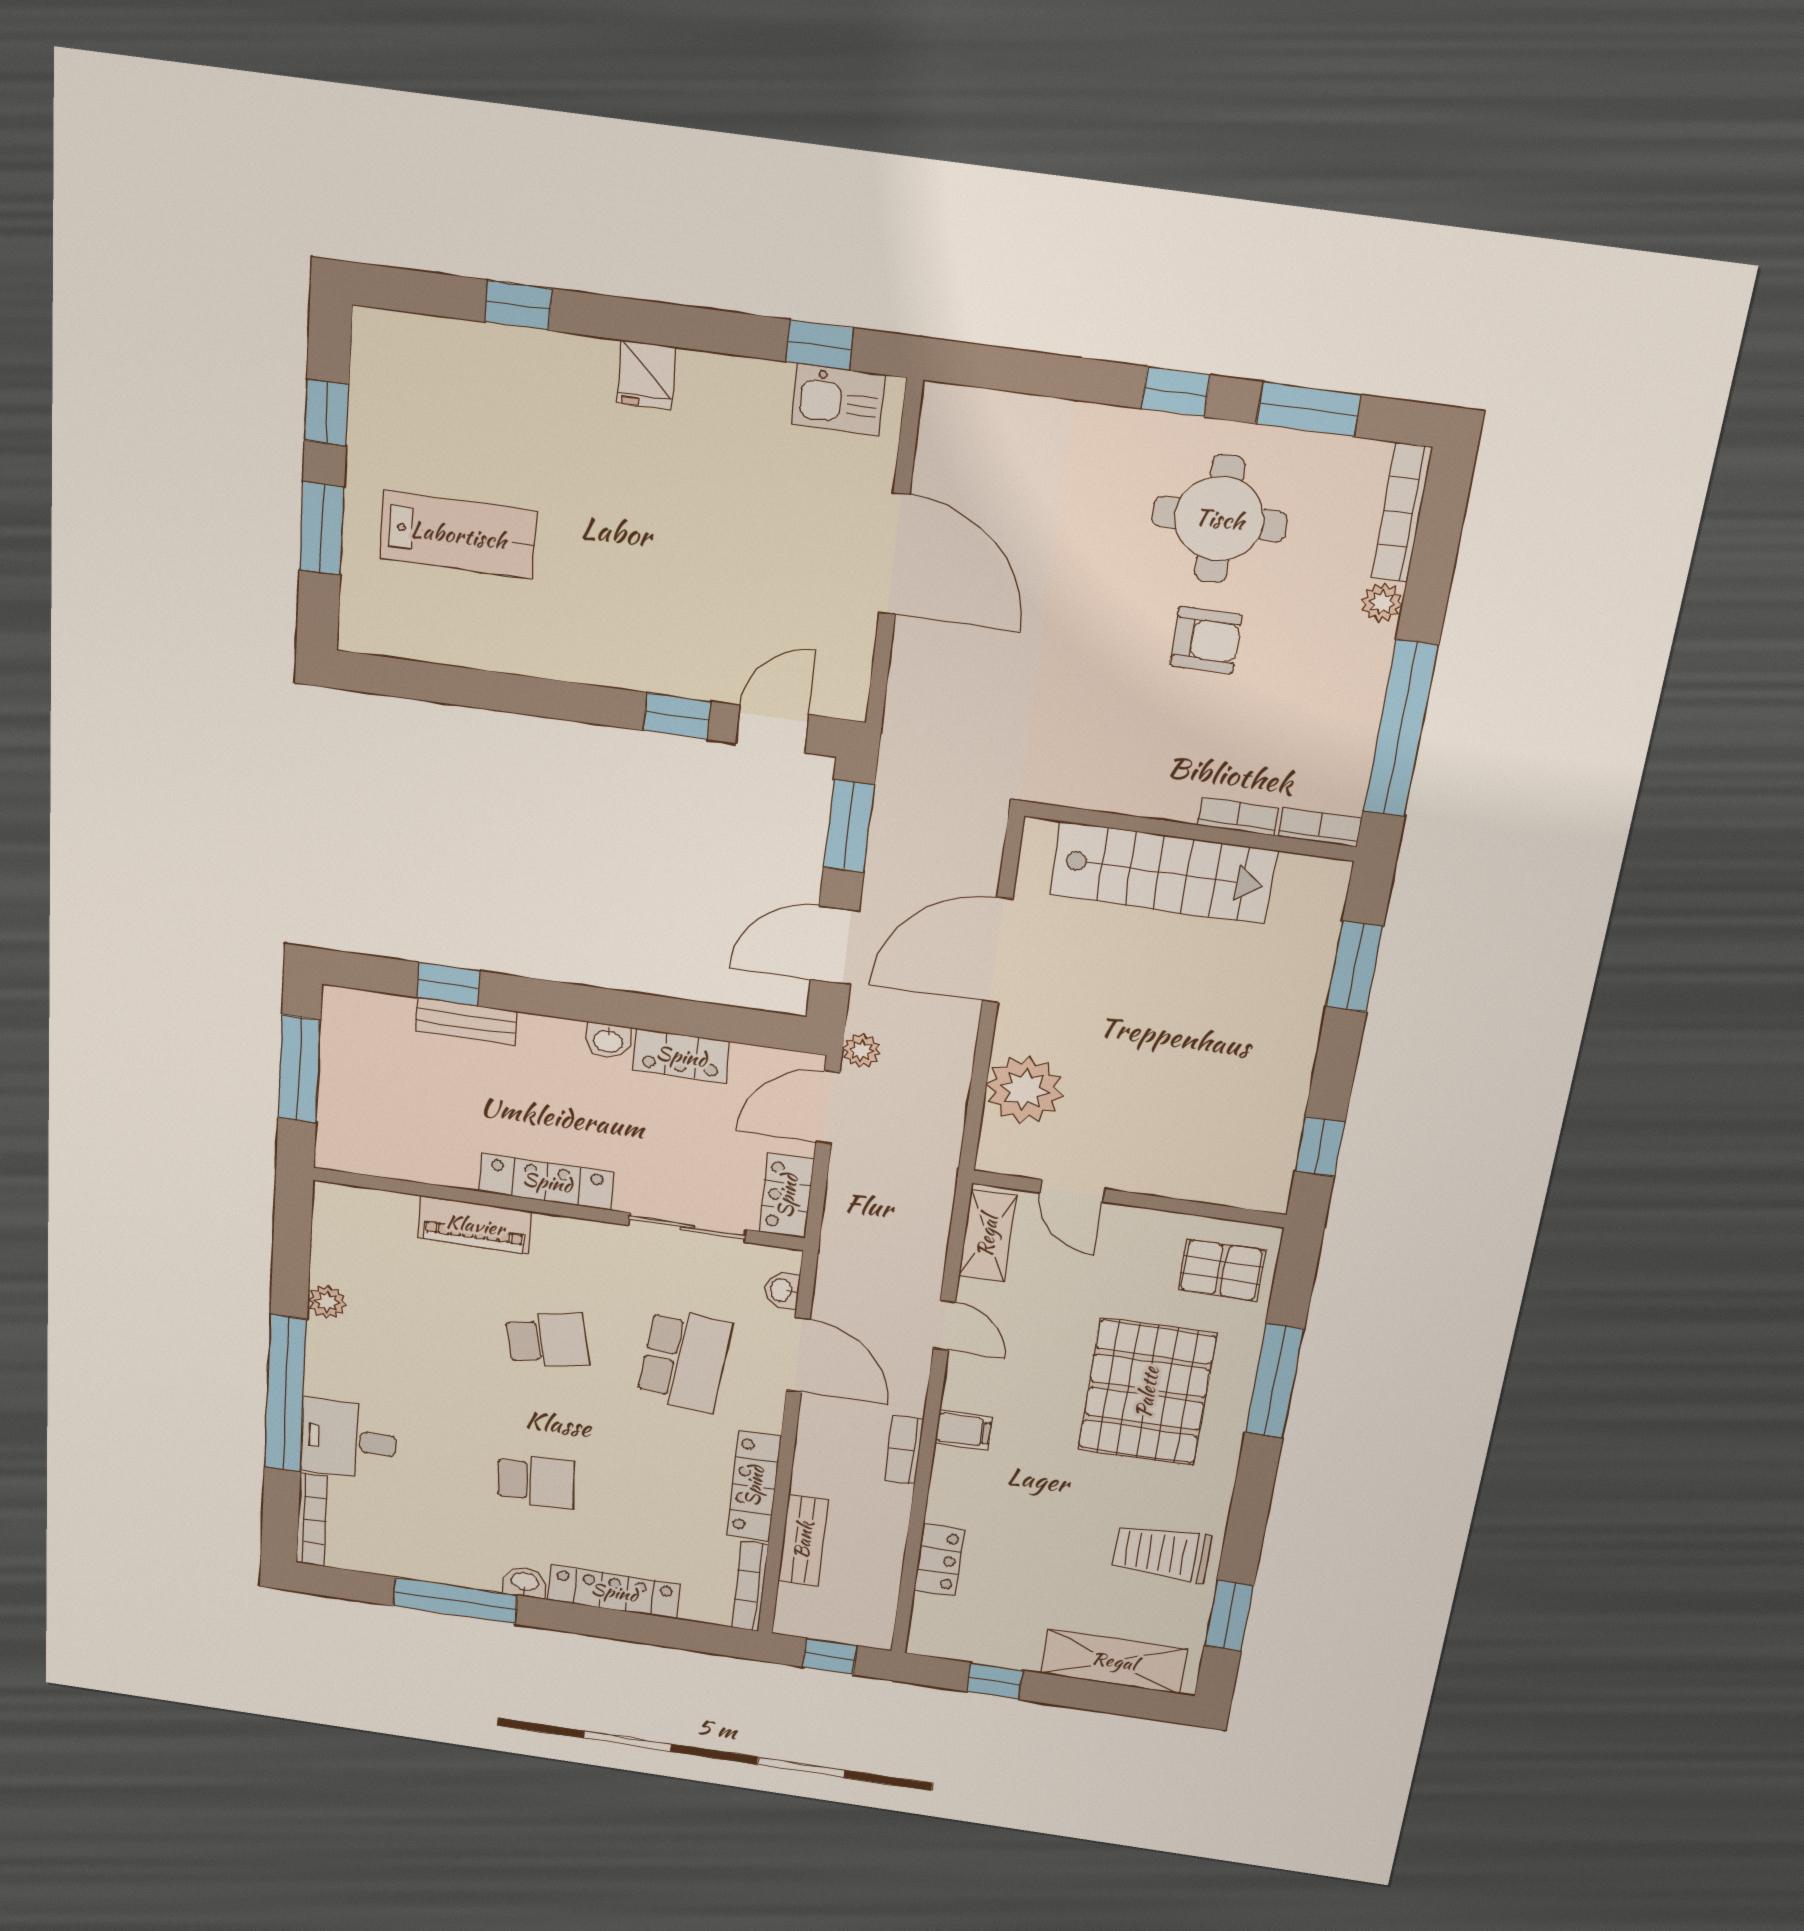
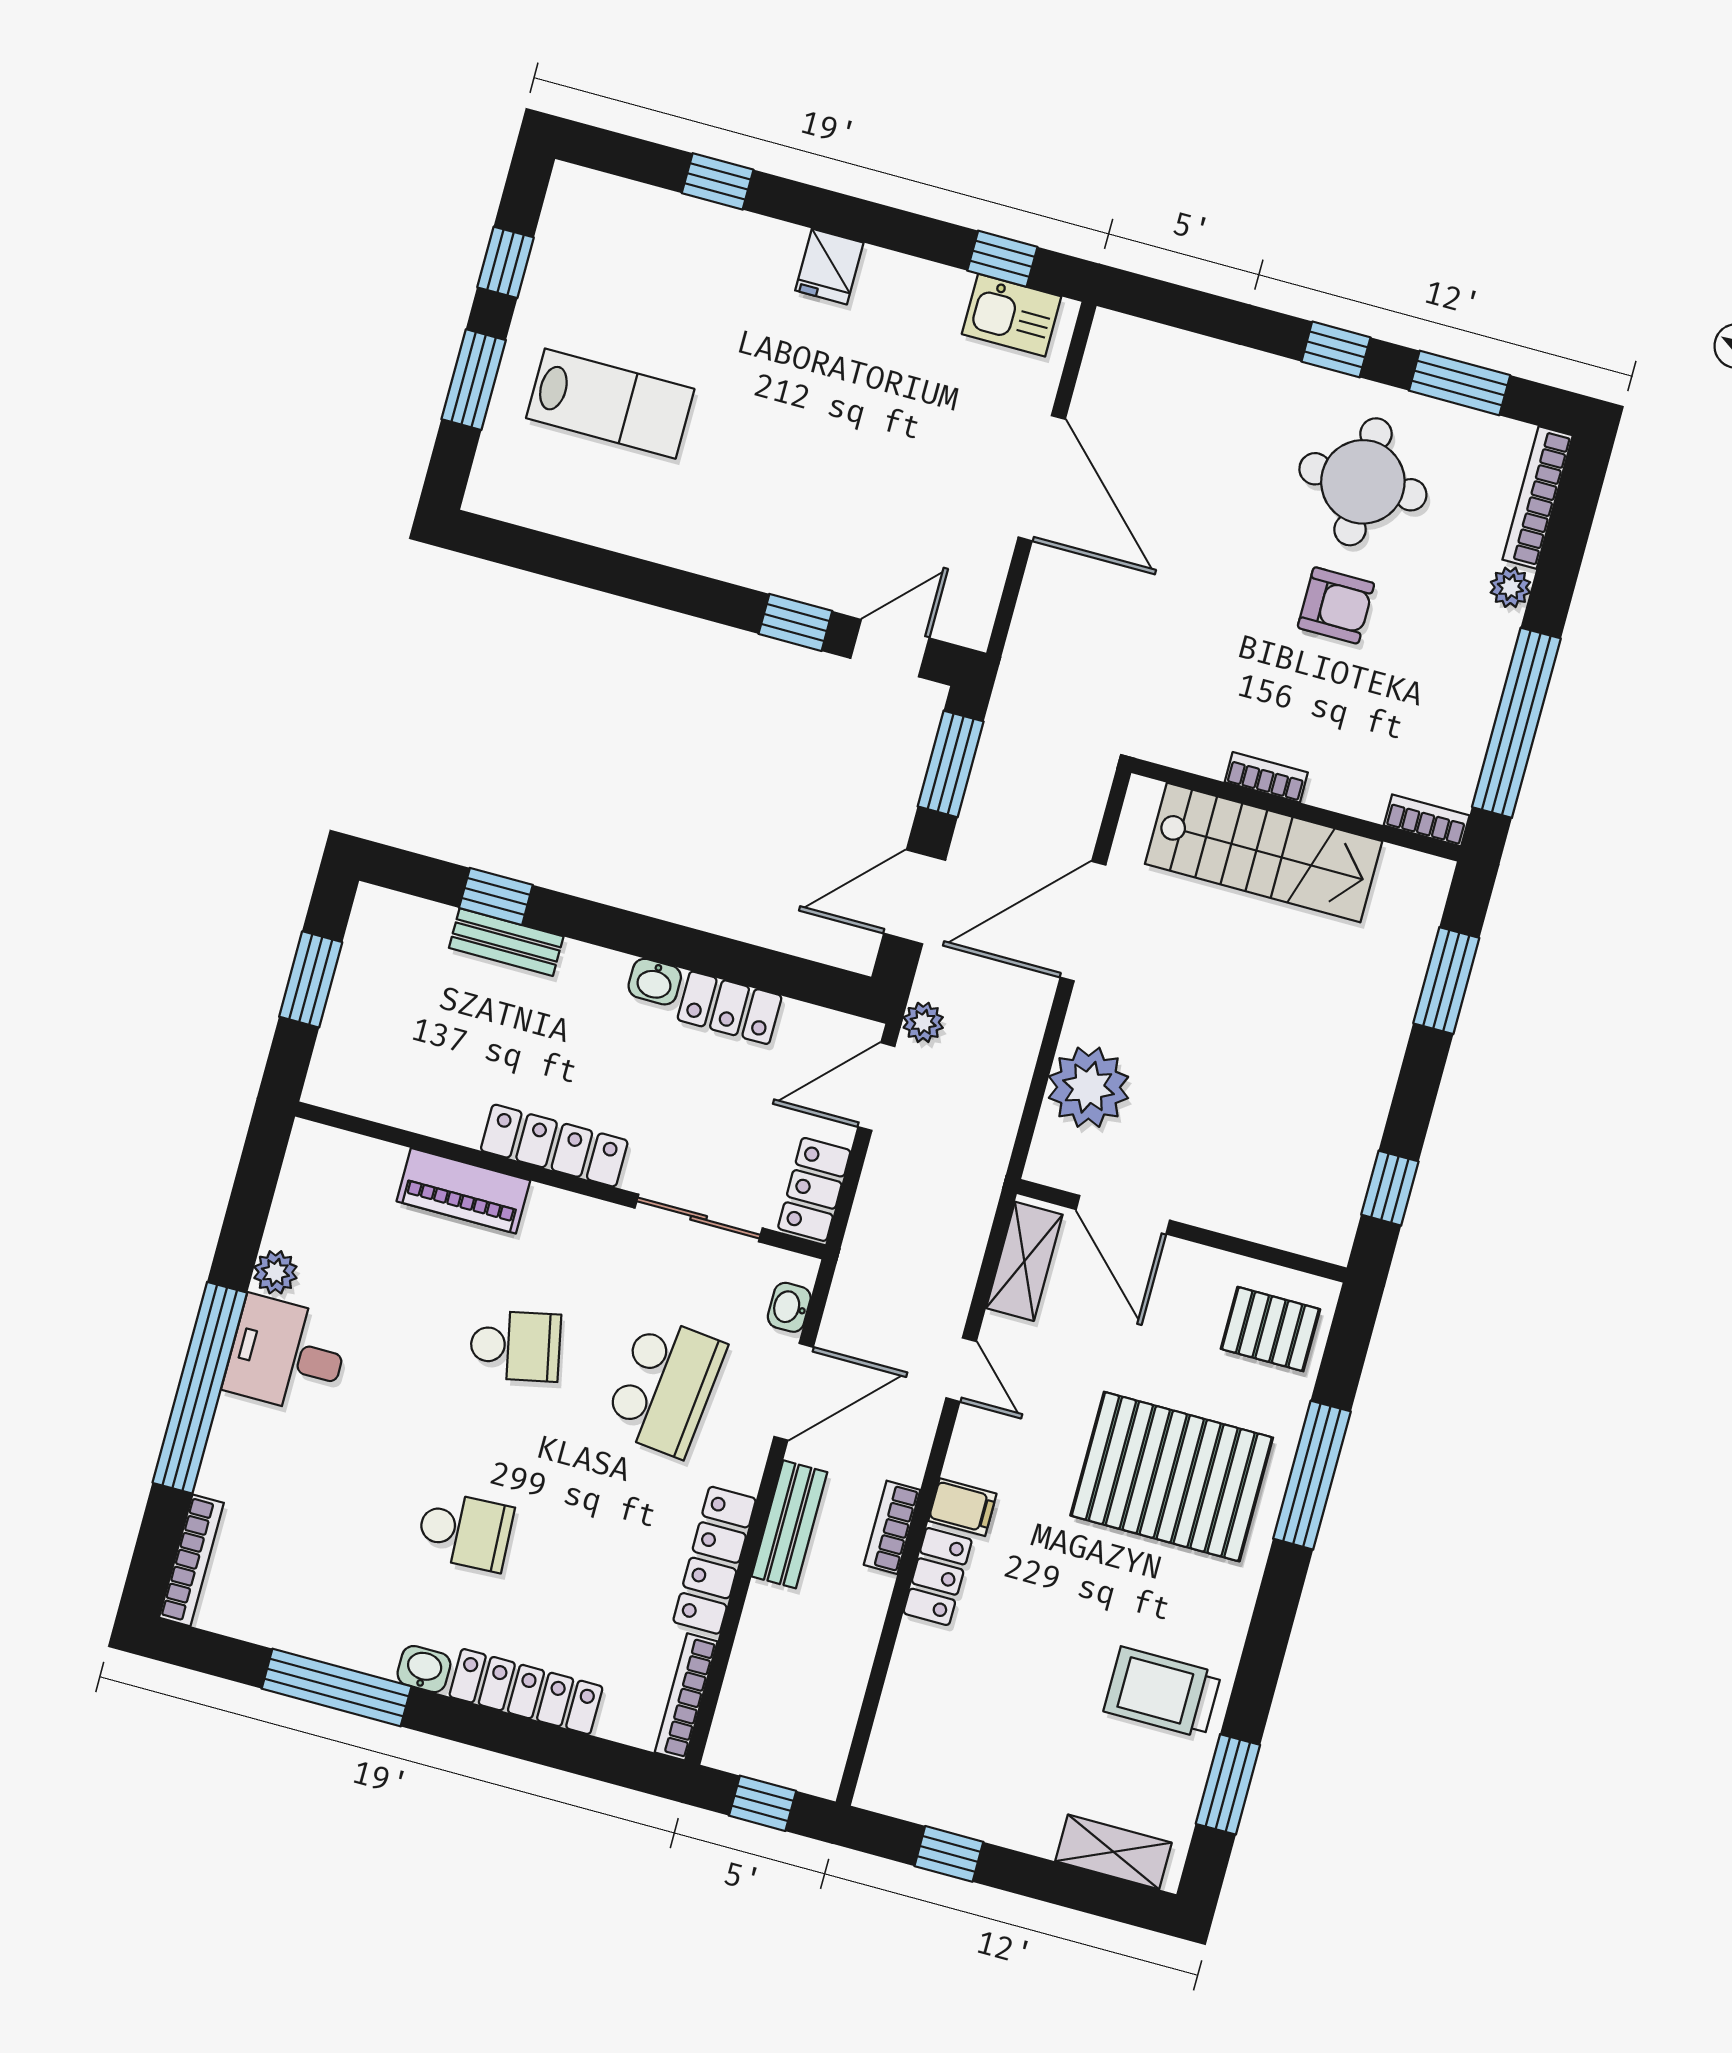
bookcase: (1238, 817) -> (1266, 777), moved
window: (299, 1069) -> (311, 979), width x0.69
door: (1072, 1191) -> (1123, 1215), width x1.37
door: (798, 1355) -> (794, 1392), hinge flipped
pallet: (1147, 1392) -> (1172, 1477), turned 90
desk: (349, 1440) -> (287, 1355), moved
bench: (803, 1540) -> (789, 1524), moved
locker: (939, 1560) -> (938, 1577), moved
shelving: (1114, 1661) -> (1113, 1852), width x0.67, depth x0.75

